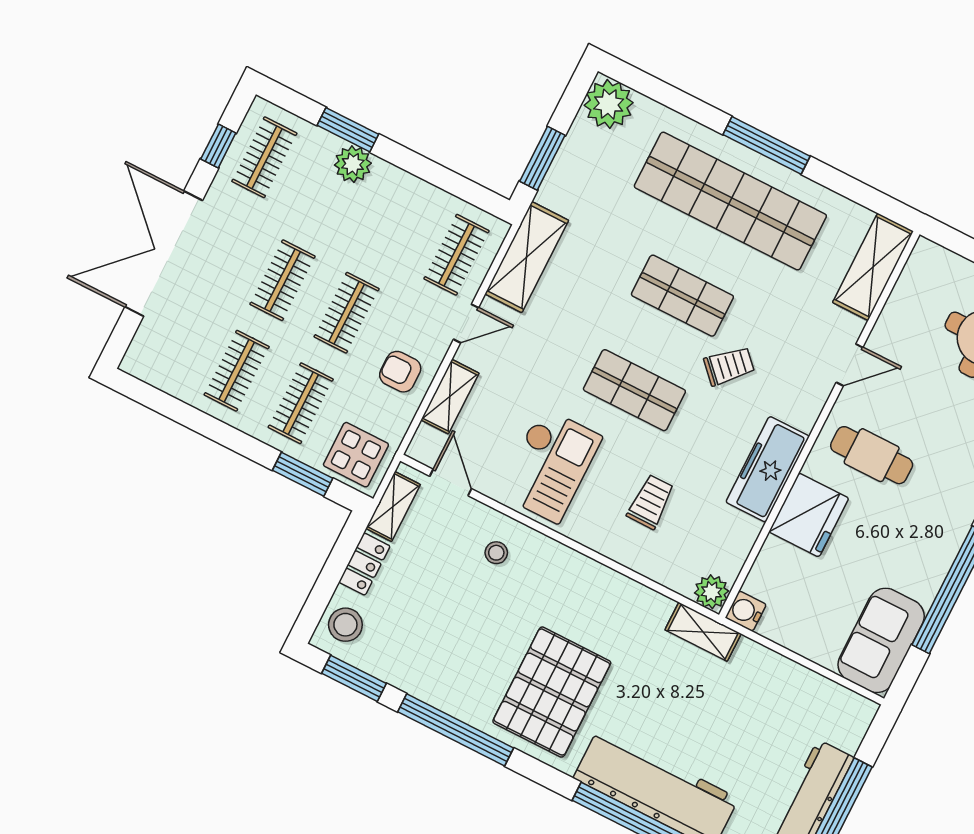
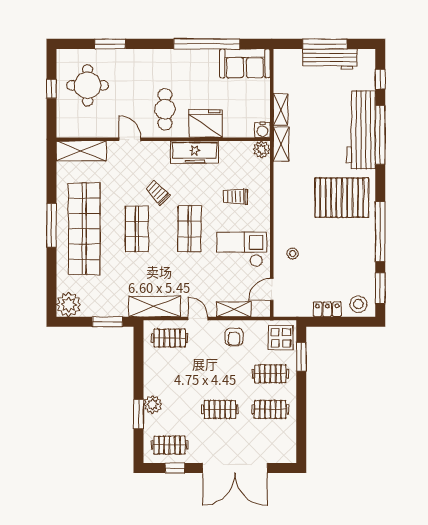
clothes rail: (347, 313) -> (220, 374), removed
shelving: (393, 506) -> (281, 110), moved, turned 90

